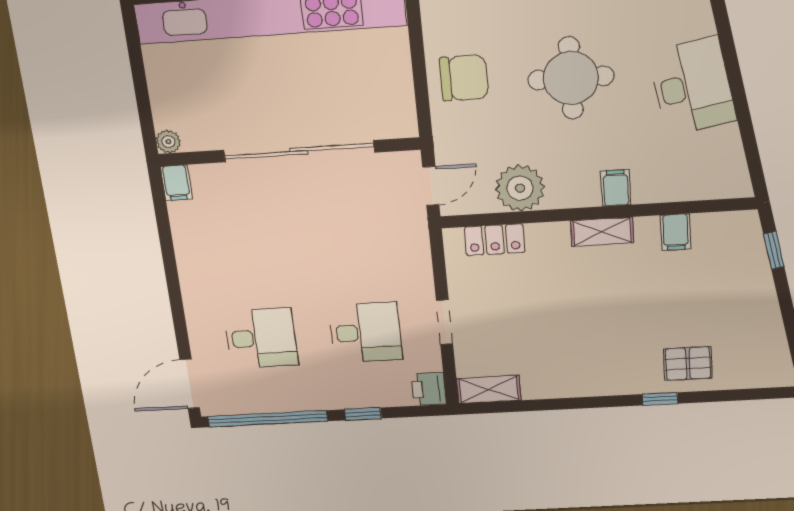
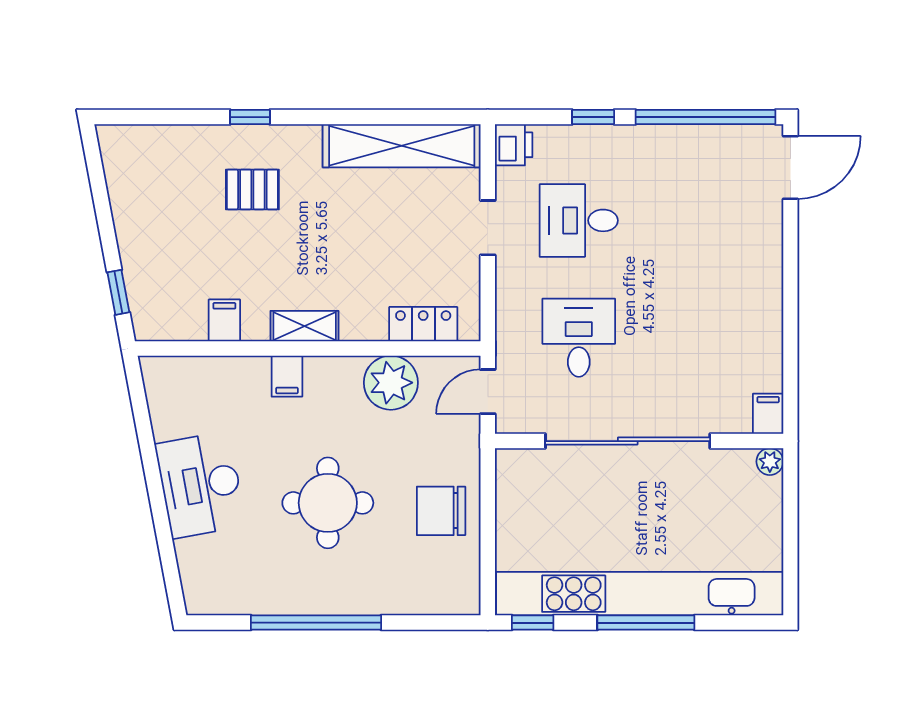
desk: (261, 338) -> (579, 338), moved, turned 90
pallet: (688, 364) -> (252, 189), moved
shelving: (489, 389) -> (402, 146), width x2.20, depth x1.33

